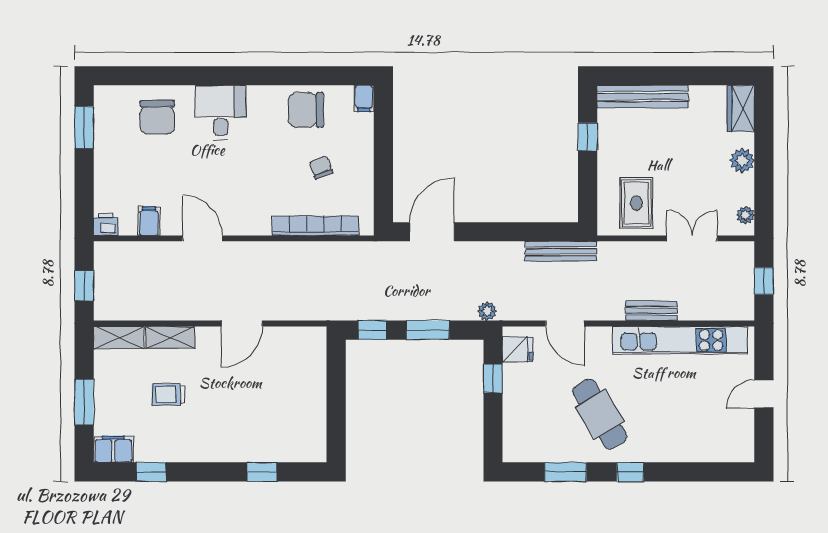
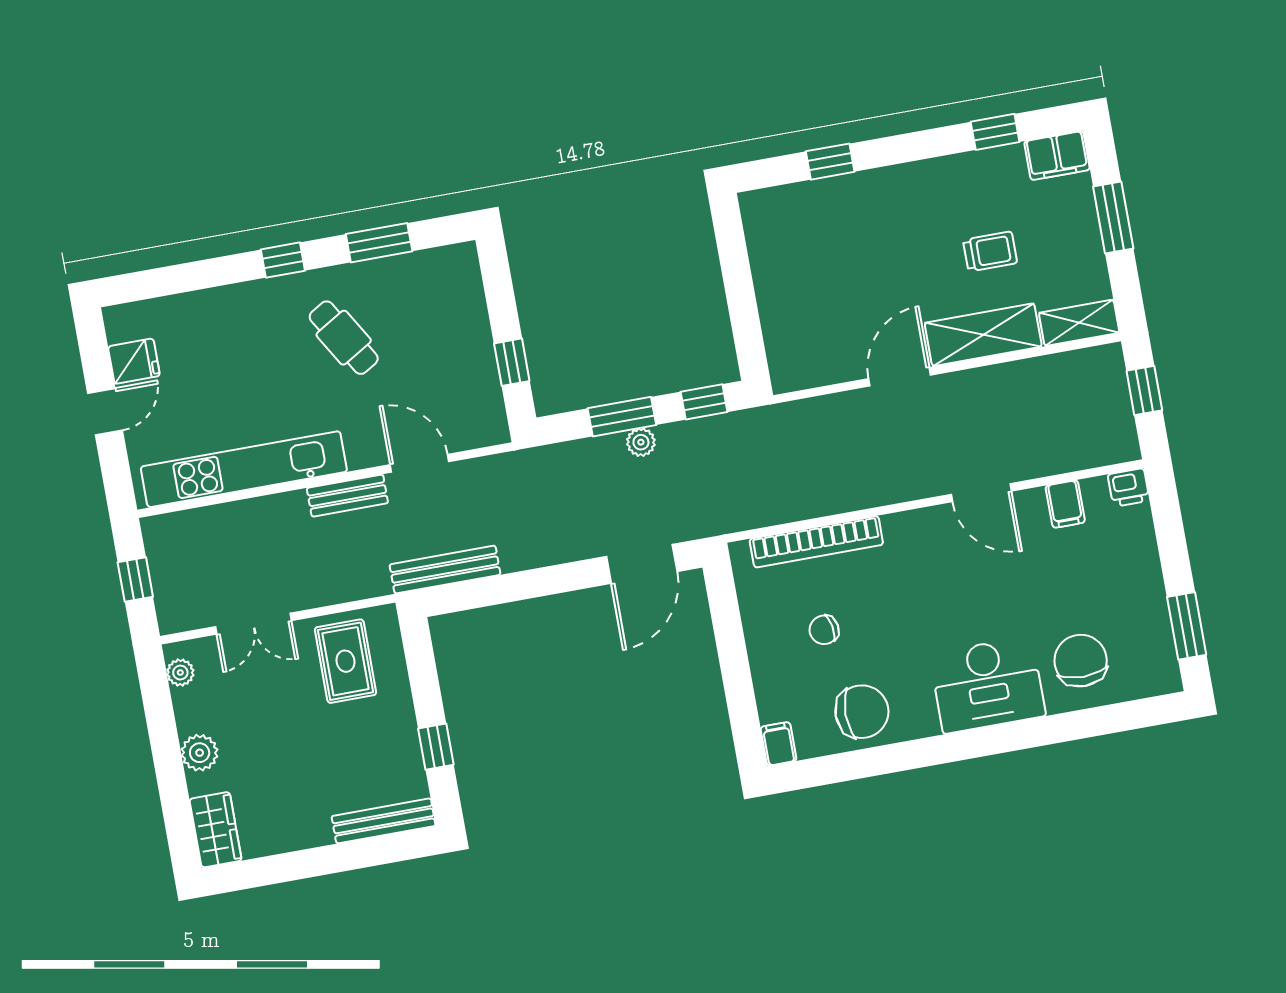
bench: (643, 97) -> (384, 821), width x0.73, depth x0.82
desk: (221, 112) -> (988, 685), width x1.37
chair: (321, 167) -> (824, 630), turned 101
plant: (487, 311) -> (641, 442), moved
bench: (651, 311) -> (347, 496), moved
shelving: (170, 337) -> (983, 335), width x1.50, depth x1.33
fridge: (518, 349) -> (134, 361), moved, turned 180
cafe table: (600, 414) -> (344, 338), width x0.73, depth x0.74

